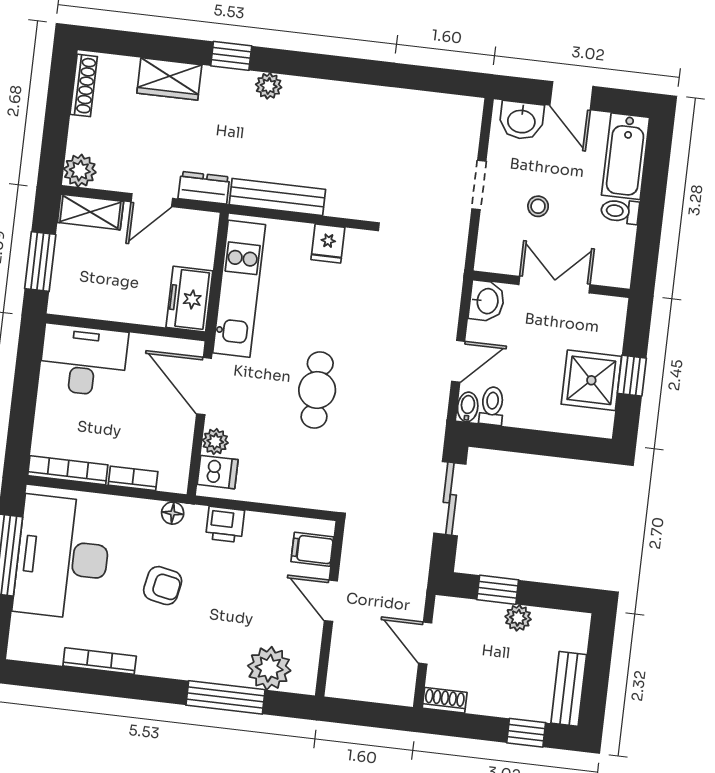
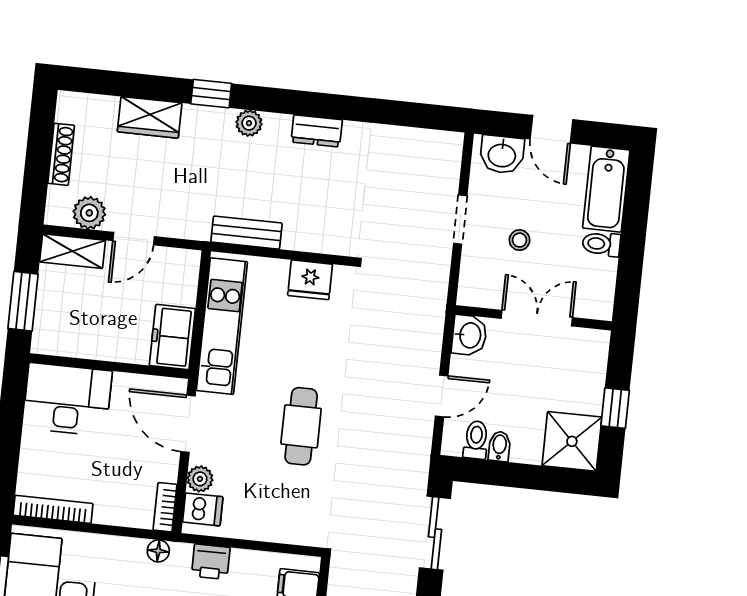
shoe rack: (84, 85) -> (61, 154), moved
plant: (80, 171) -> (89, 213), moved
dresser: (204, 188) -> (317, 131), moved, turned 180
bench: (277, 197) -> (246, 233), width x0.73
fridge: (328, 243) -> (310, 280), width x1.38
shower: (591, 380) -> (572, 441), moved
bidet: (468, 407) -> (499, 446), moved
bookcase: (133, 478) -> (165, 507), moved, turned -90

